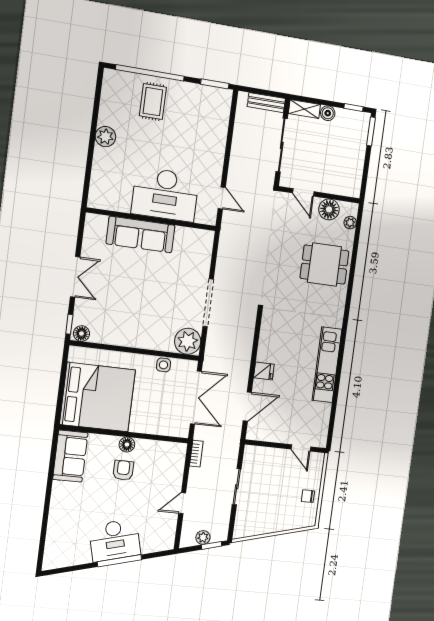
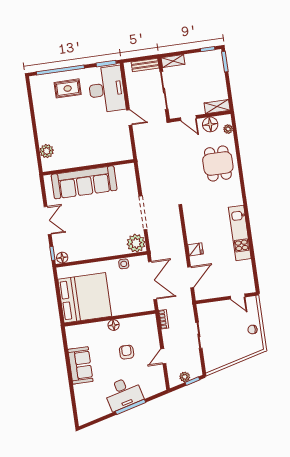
rug: (153, 102) -> (68, 88), turned 90
boiler: (328, 113) -> (190, 59), removed
plant: (105, 137) -> (47, 151), moved
shelving: (344, 188) -> (217, 107), added
desk: (165, 194) -> (107, 89), moved, turned -90
door: (222, 198) -> (129, 117), moved
sofa: (141, 234) -> (84, 182), width x1.36, depth x1.27
dining table: (324, 265) -> (218, 163), turned 90
sofa: (70, 456) -> (80, 365), moved
armchair: (123, 470) -> (127, 352), moved

